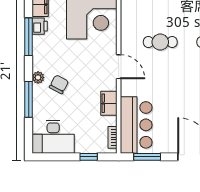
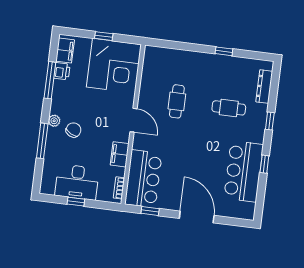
cafe table: (160, 42) -> (177, 101), turned 90
desk: (53, 137) -> (77, 182), moved
window: (89, 157) -> (76, 202), moved
window: (147, 157) -> (150, 211), width x0.67

